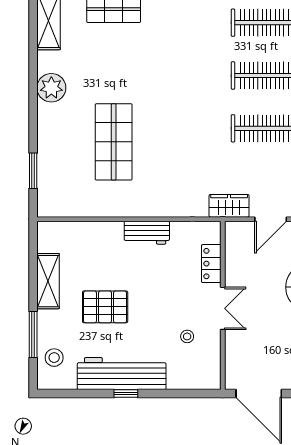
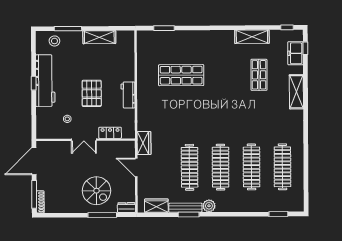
plant: (51, 88) -> (213, 38), removed
pallet: (105, 307) -> (92, 93), moved

